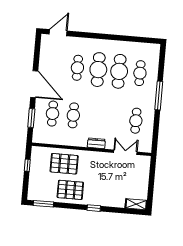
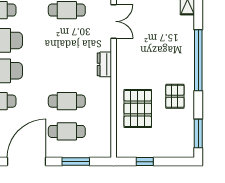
double door: (125, 152) -> (114, 21), swing flipped
pallet: (70, 190) -> (175, 96), width x0.67, depth x0.71
window: (94, 208) -> (198, 60), width x3.17

